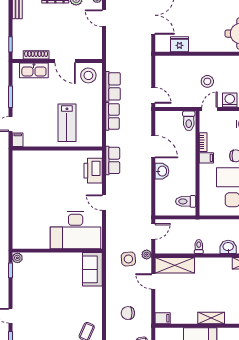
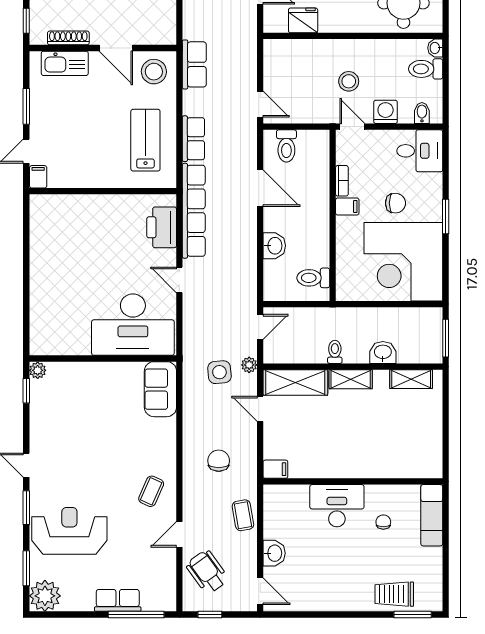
row of seats: (113, 86) -> (194, 64), moved
door: (210, 109) -> (352, 127), hinge flipped
toilet: (189, 121) -> (286, 146), moved
lab bench: (67, 123) -> (145, 140), moved, turned 180
row of seats: (113, 160) -> (194, 211), width x2.02
washbasin: (162, 171) -> (274, 246), moved
chair: (128, 313) -> (219, 461), turned 90
shelving: (211, 318) -> (351, 379), moved

